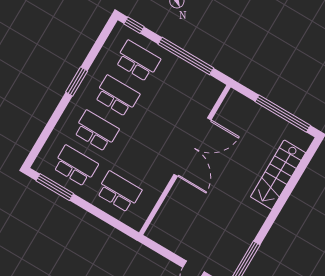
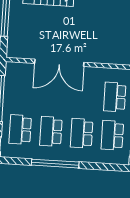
window: (77, 82) -> (55, 164), width x2.11
double door: (192, 147) -> (59, 63), swing flipped

